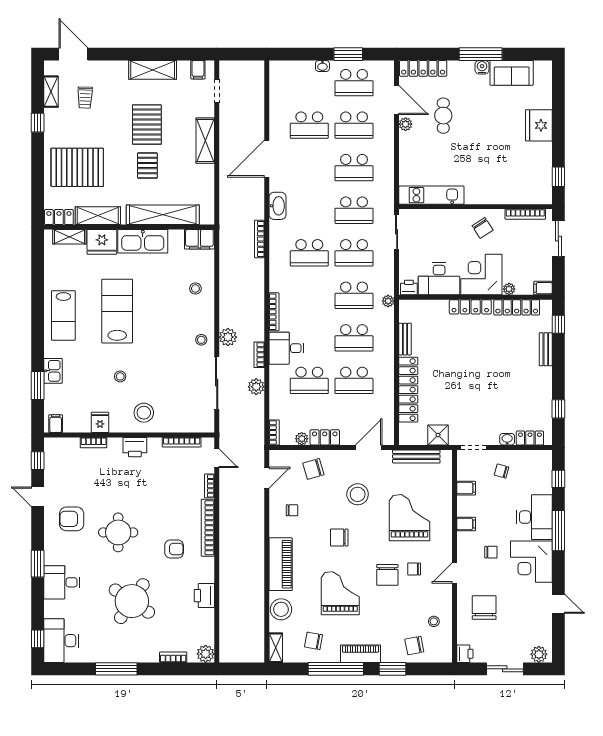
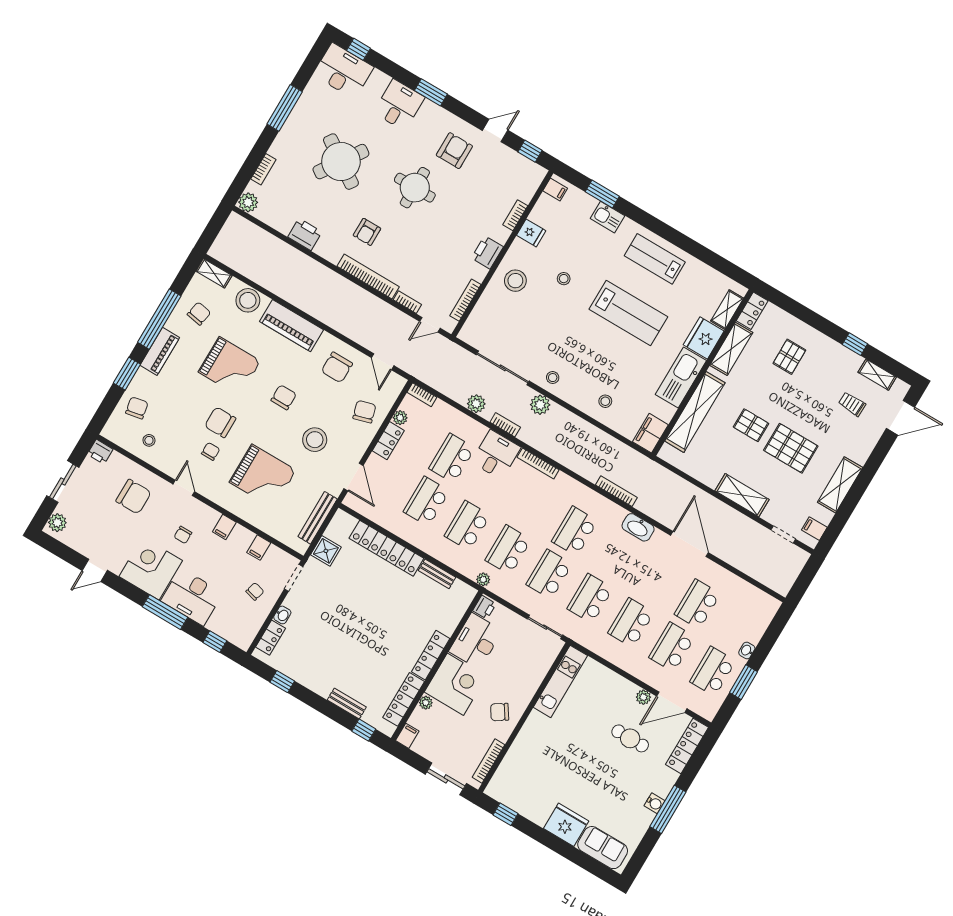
sofa: (512, 73) -> (603, 848), moved, turned 90
pallet: (77, 167) -> (789, 357), width x0.49, depth x0.50
chair: (292, 510) -> (337, 367), width x1.87, depth x1.87

